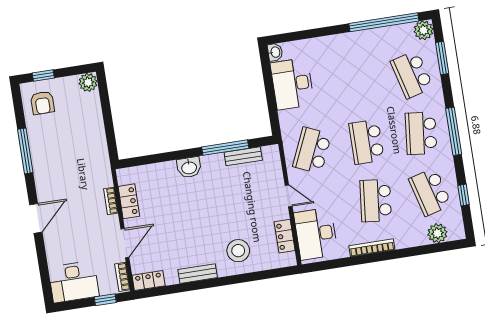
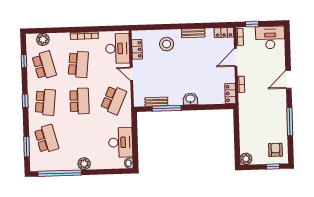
plant: (423, 30) -> (84, 164), moved
window: (454, 131) -> (25, 101), width x0.46
locker: (129, 201) -> (230, 93), moved

